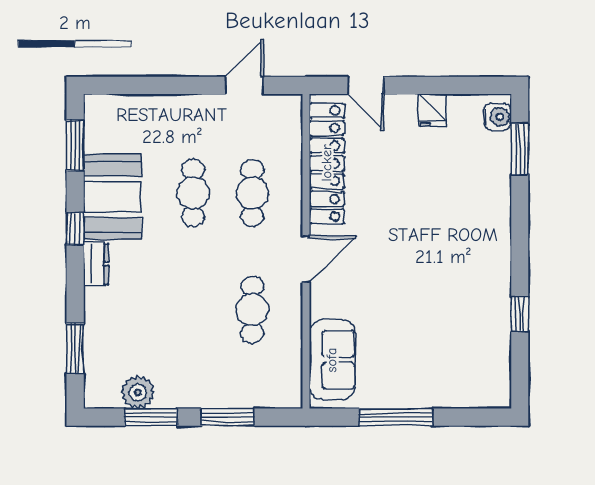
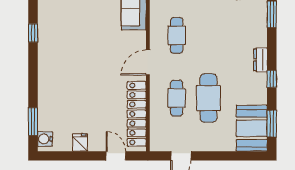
cafe table: (193, 193) -> (208, 98), width x1.37, depth x1.35
booth: (112, 197) -> (252, 128), moved

